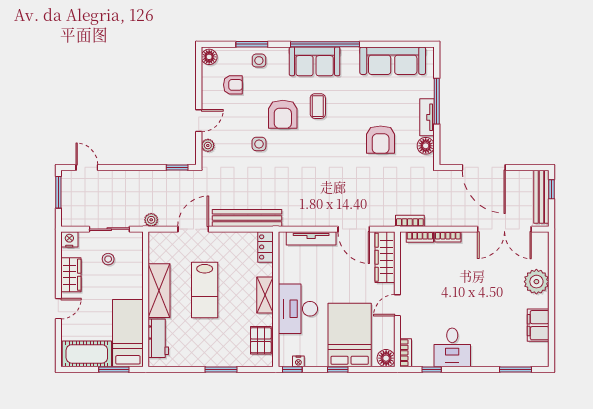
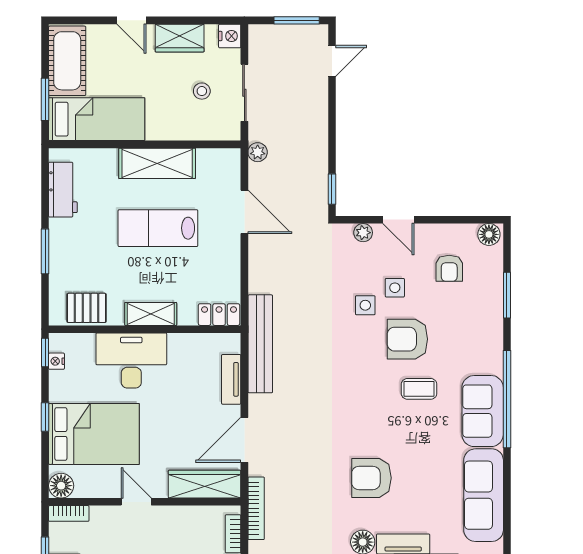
side table: (259, 61) -> (395, 288), moved
sofa: (315, 61) -> (483, 411), moved
bench: (247, 218) -> (260, 344), moved
bookcase: (410, 221) -> (256, 508), width x1.56
tv unit: (311, 238) -> (231, 379), width x0.71
workbench: (158, 338) -> (63, 190), moved, turned -90

